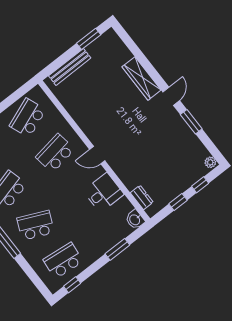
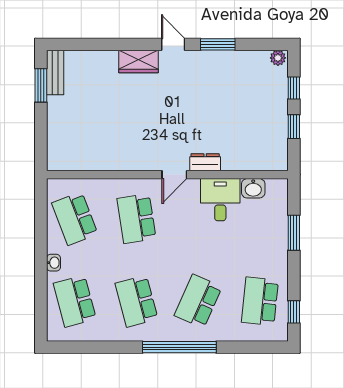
bench: (70, 67) -> (55, 72), moved, width x0.73
wardrobe: (142, 78) -> (138, 61), width x0.67
dresser: (142, 197) -> (205, 162), moved
washbasin: (135, 220) -> (253, 188), moved

